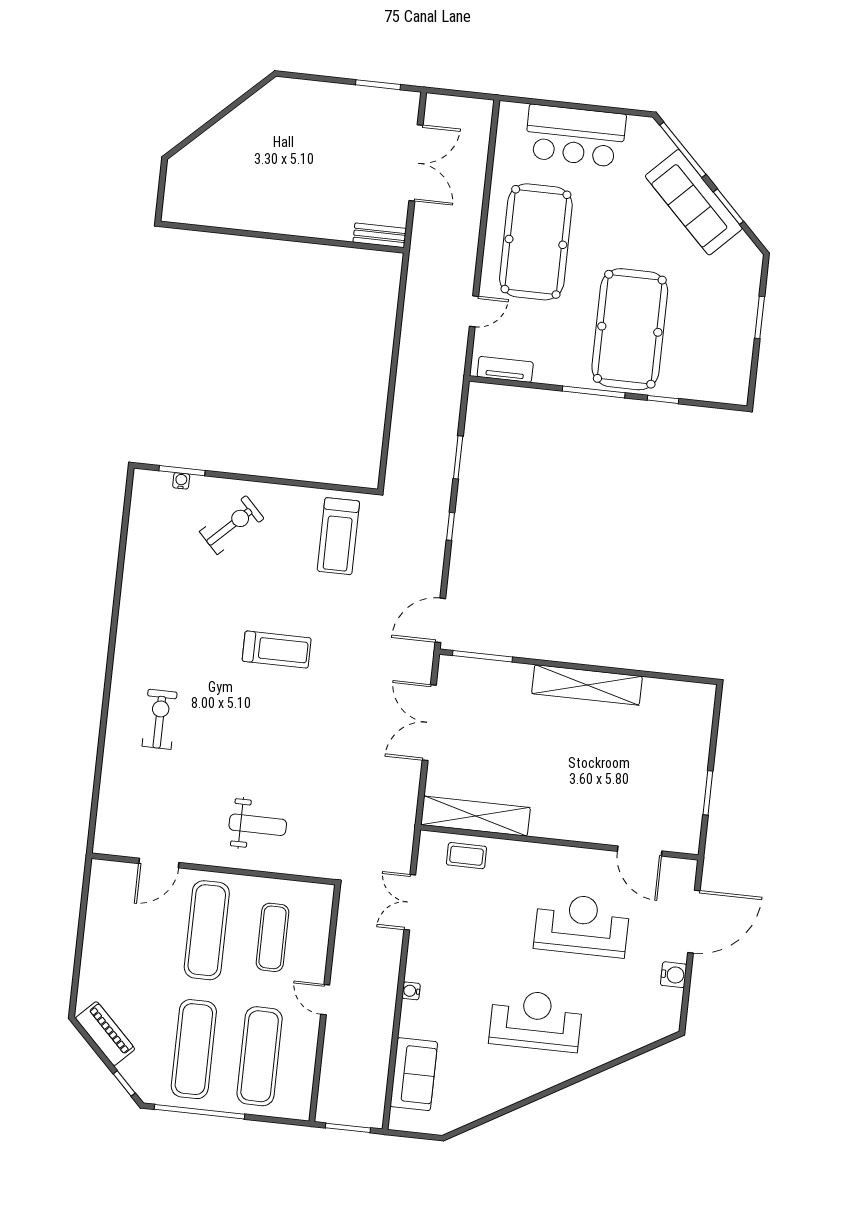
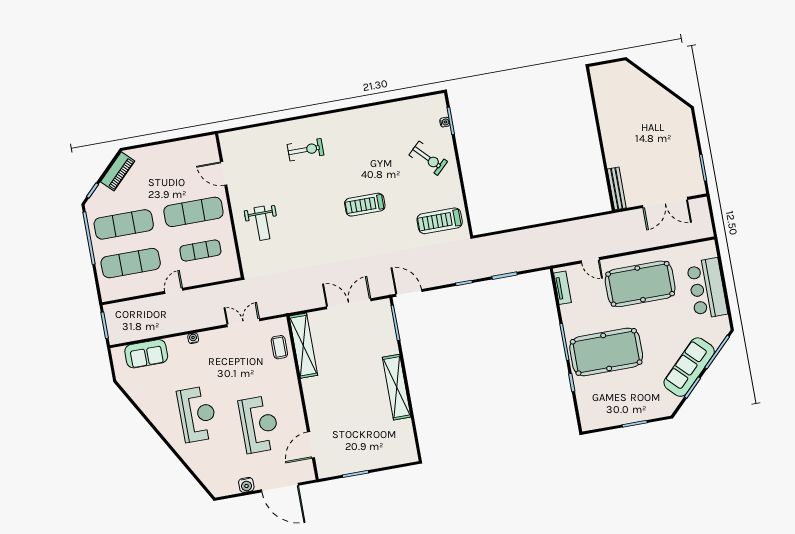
bench: (380, 235) -> (617, 188), width x1.36
treadmill: (277, 650) -> (365, 205), turned 90

